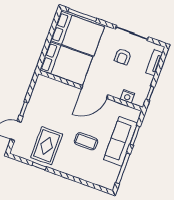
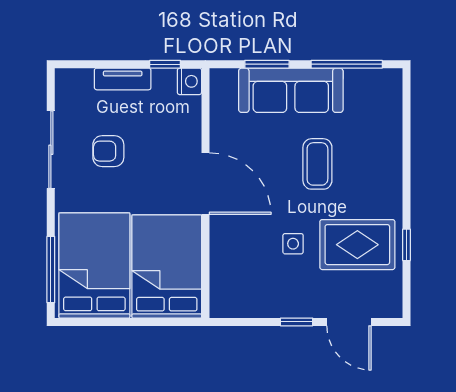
armchair: (123, 57) -> (108, 151), turned 180
tv unit: (154, 63) -> (123, 79), moved
nightstand: (128, 96) -> (189, 81), moved
side table: (57, 119) -> (293, 244), added

